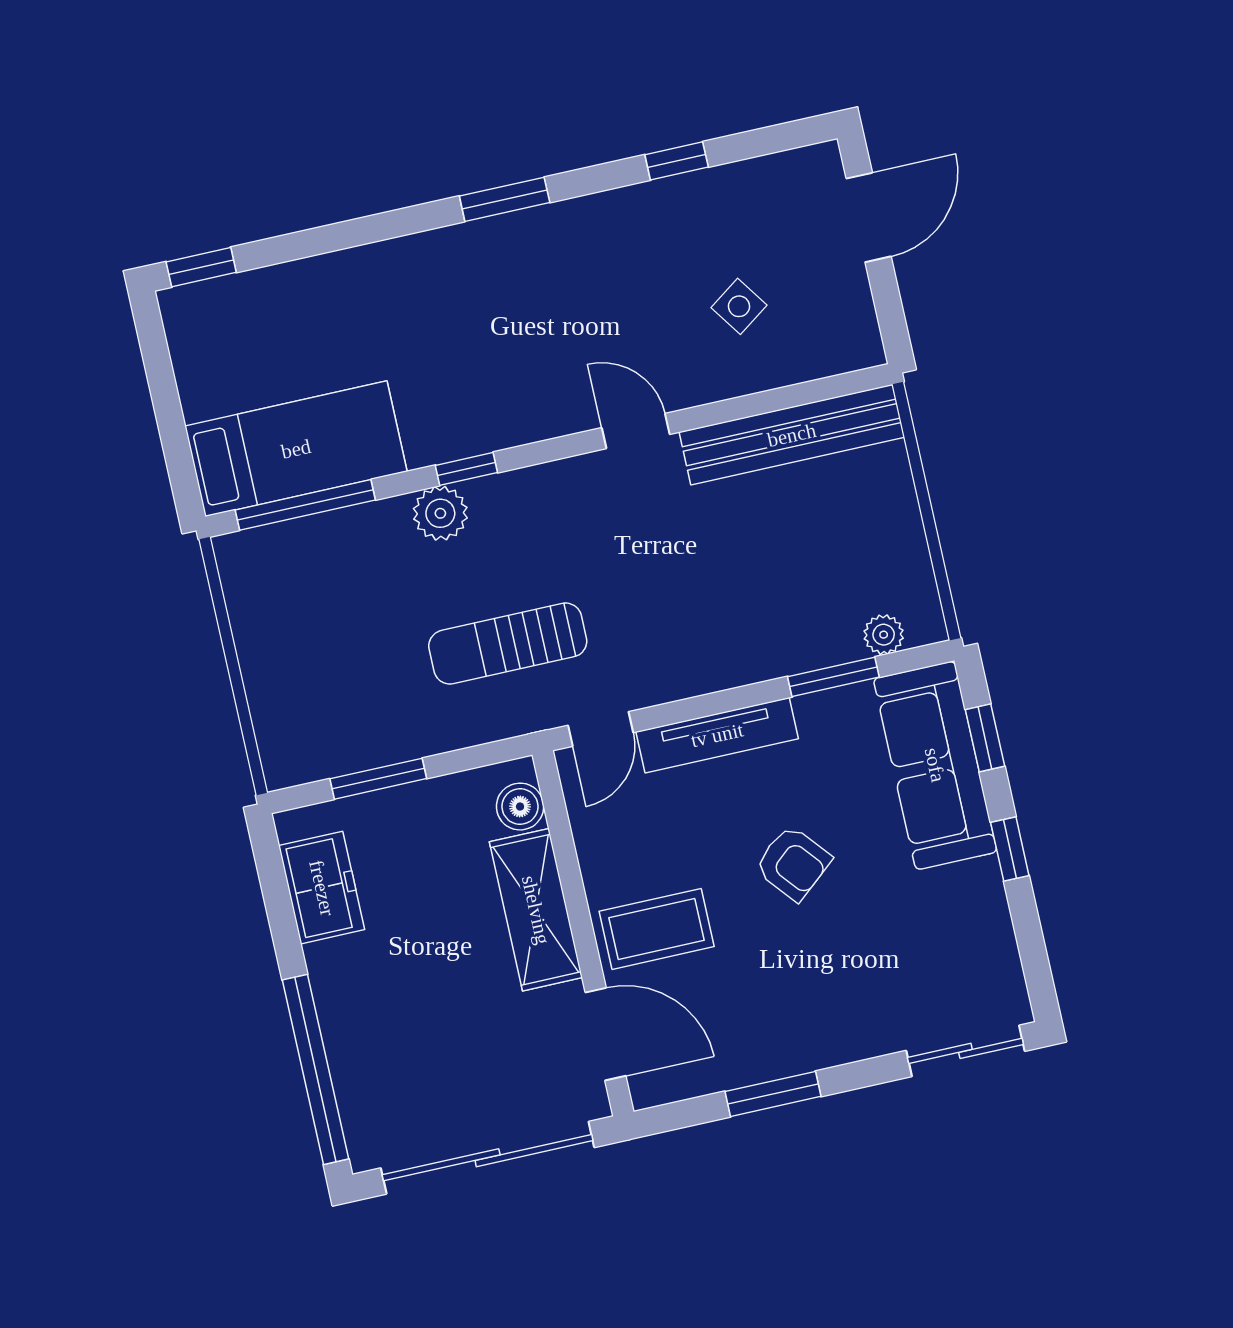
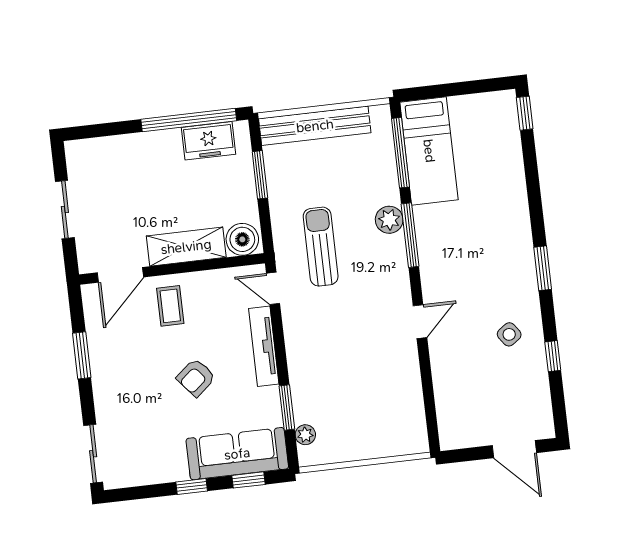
side table: (739, 306) -> (509, 334), moved
bench: (792, 435) -> (315, 126), moved, turned 90
window: (466, 469) -> (410, 235), width x2.17
boiler: (520, 807) -> (242, 239), width x1.36, depth x1.36
coffee table: (657, 929) -> (170, 306), width x0.73, depth x0.77
window: (315, 1069) -> (189, 120), moved
sliding door: (488, 1158) -> (65, 209), width x0.54

